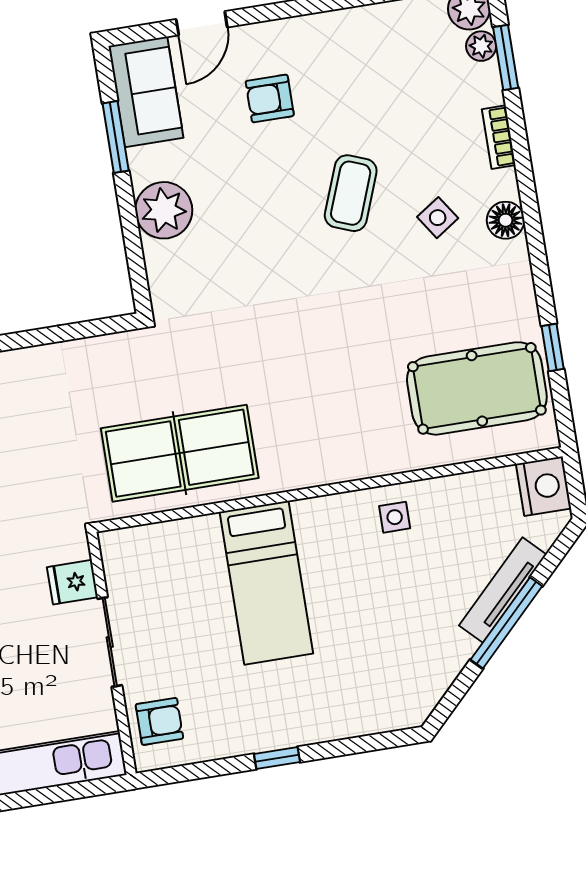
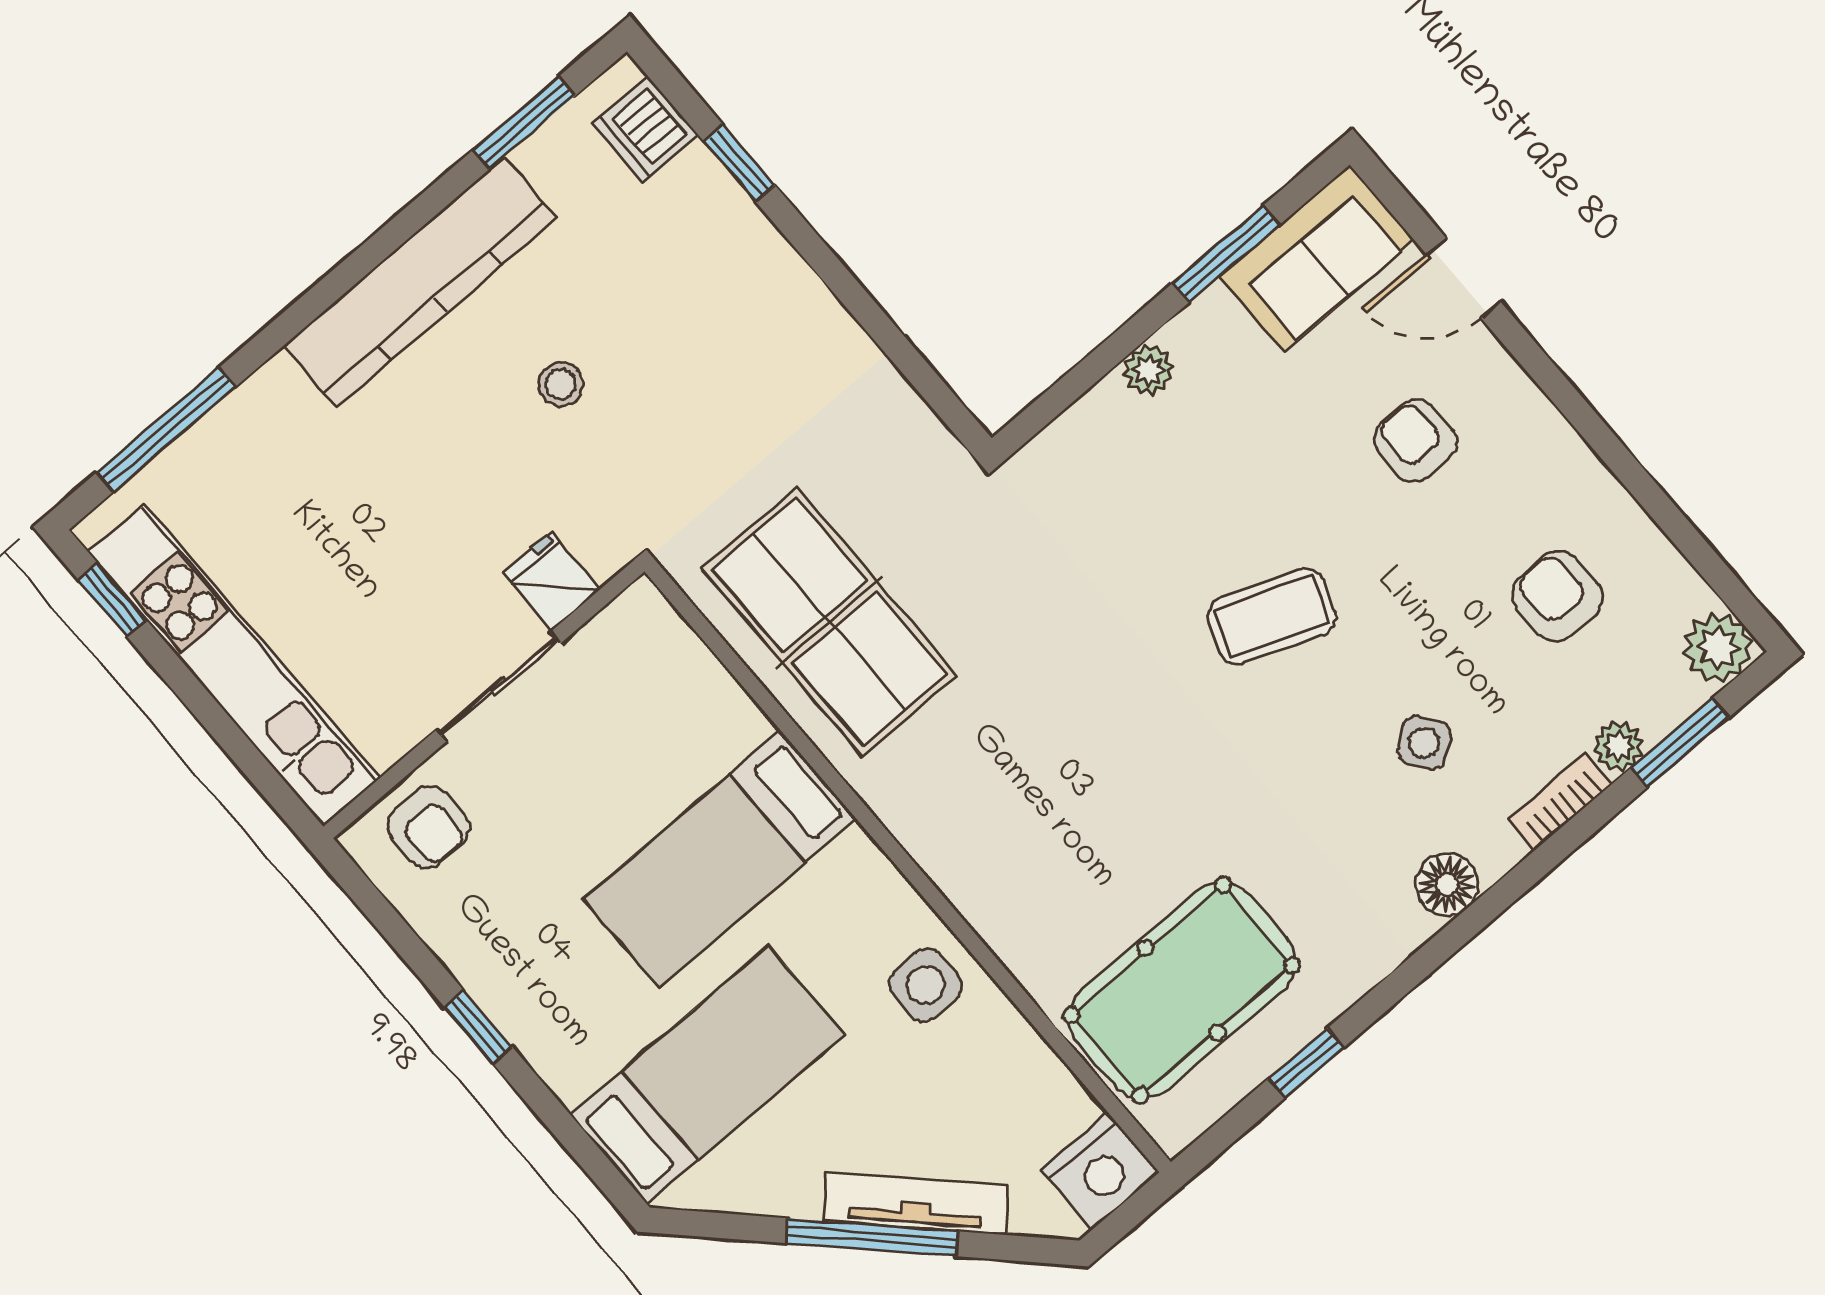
plant: (481, 46) -> (1618, 746), moved
armchair: (393, 74) -> (1557, 596), added
coffee table: (351, 193) -> (1272, 616), moved
plant: (164, 210) -> (1149, 370), width x0.53, depth x0.53
side table: (438, 218) -> (1424, 742), moved
pool table: (477, 388) -> (1182, 990), turned 90
side table: (395, 517) -> (926, 985), width x1.37, depth x1.37
bed: (373, 656) -> (708, 1075), added

